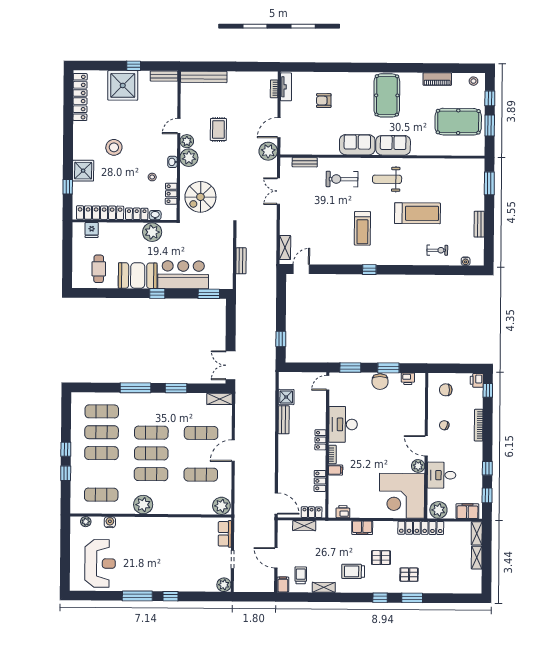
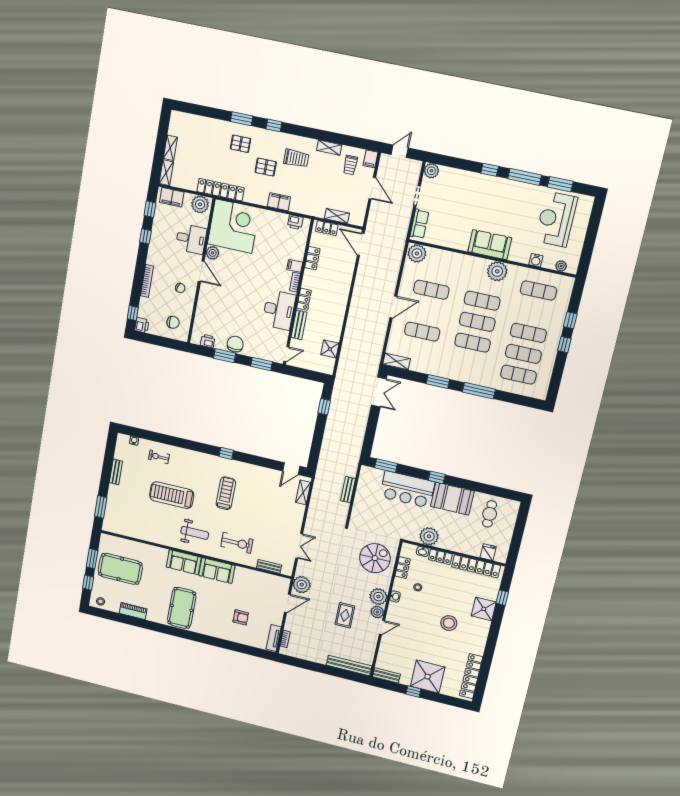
bench: (284, 420) -> (299, 325), moved
sofa: (155, 528) -> (490, 245), added
window: (104, 596) -> (560, 184), added
door: (257, 597) -> (400, 151), added

